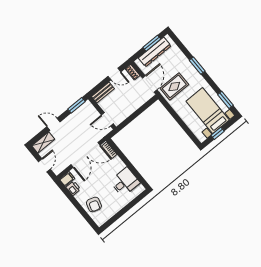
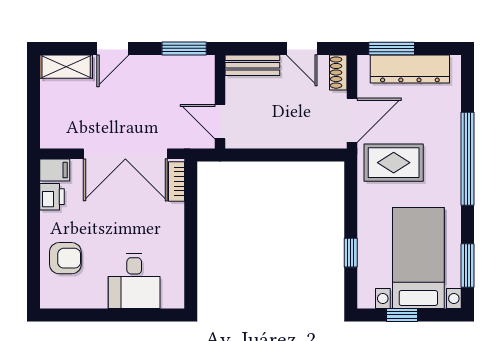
window: (152, 43) -> (392, 48), moved
window: (197, 66) -> (467, 159), width x2.11
door: (53, 124) -> (113, 48), swing flipped
window: (184, 127) -> (351, 253), added
door: (44, 165) -> (33, 110), removed
desk: (125, 182) -> (134, 281), moved, turned 90
armchair: (94, 204) -> (65, 258), turned -107

